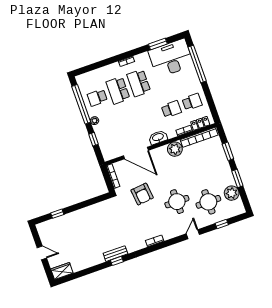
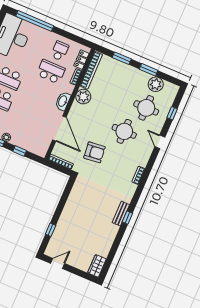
school desk: (171, 109) -> (51, 72), width x1.85
door: (136, 153) -> (59, 129), hinge flipped
door: (42, 253) -> (58, 263), moved

